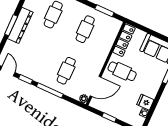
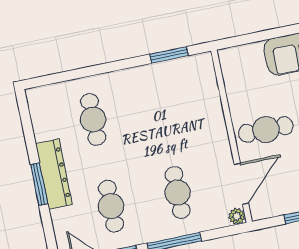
cafe table: (85, 29) -> (111, 206), moved
locker: (124, 40) -> (233, 79), removed

